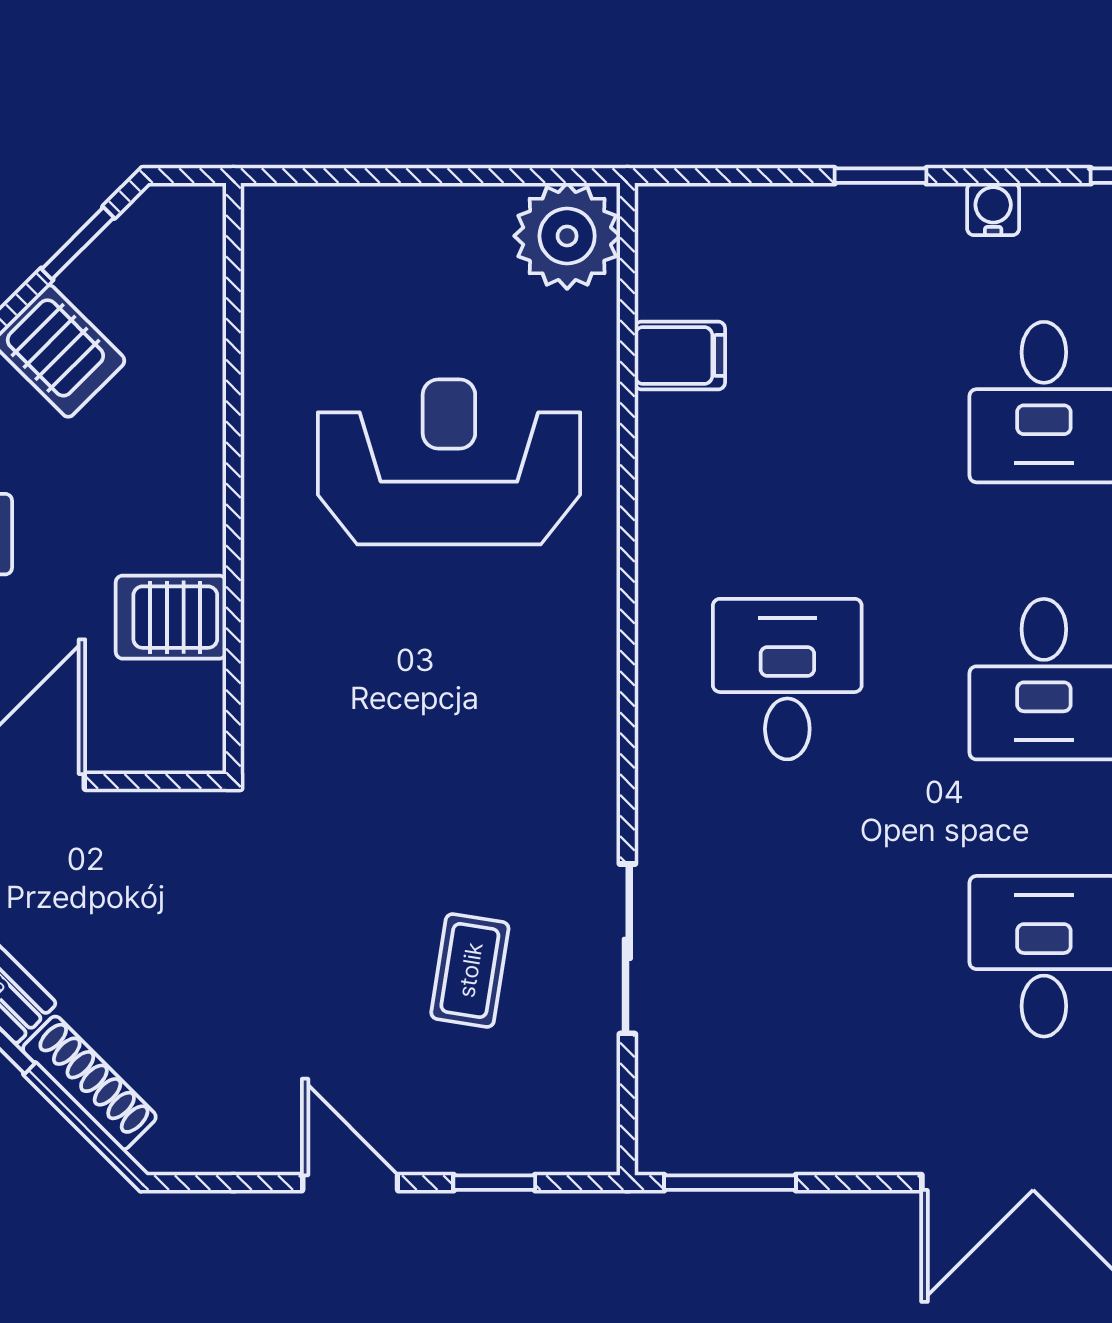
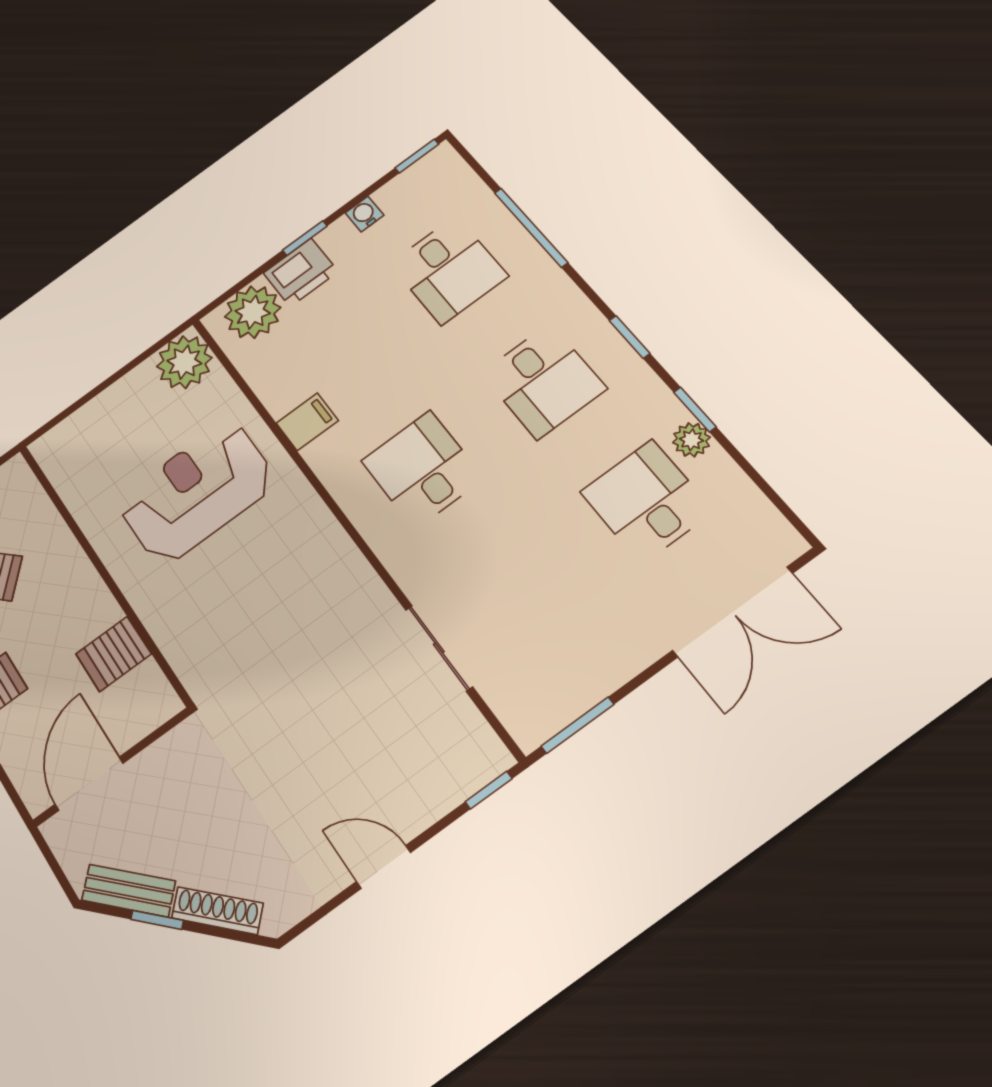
printer: (835, 228) -> (301, 272), added
plant: (722, 236) -> (253, 312), added
filing cabinet: (680, 355) -> (307, 422), moved
coffee table: (470, 970) -> (369, 715), removed
window: (494, 1183) -> (489, 790), moved

